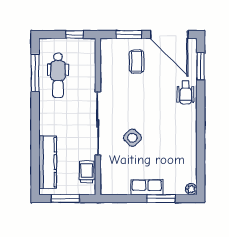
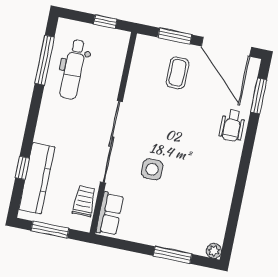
side table: (132, 138) -> (152, 169), turned 45
window: (35, 157) -> (22, 168), added
row of seats: (147, 187) -> (110, 214), moved, turned 90

